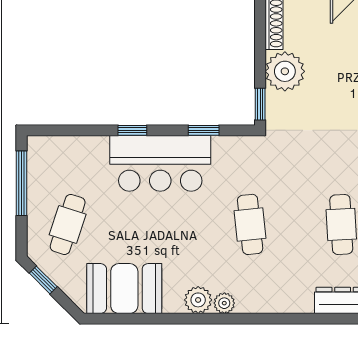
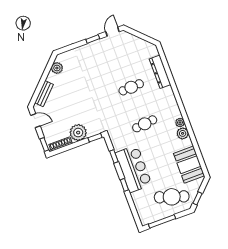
cafe table: (68, 224) -> (172, 197), width x1.37, depth x1.35

